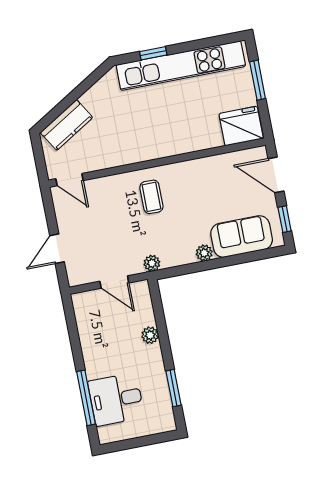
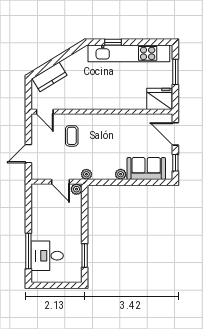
coffee table: (151, 197) -> (72, 136), moved
plant: (150, 335) -> (76, 189), moved

